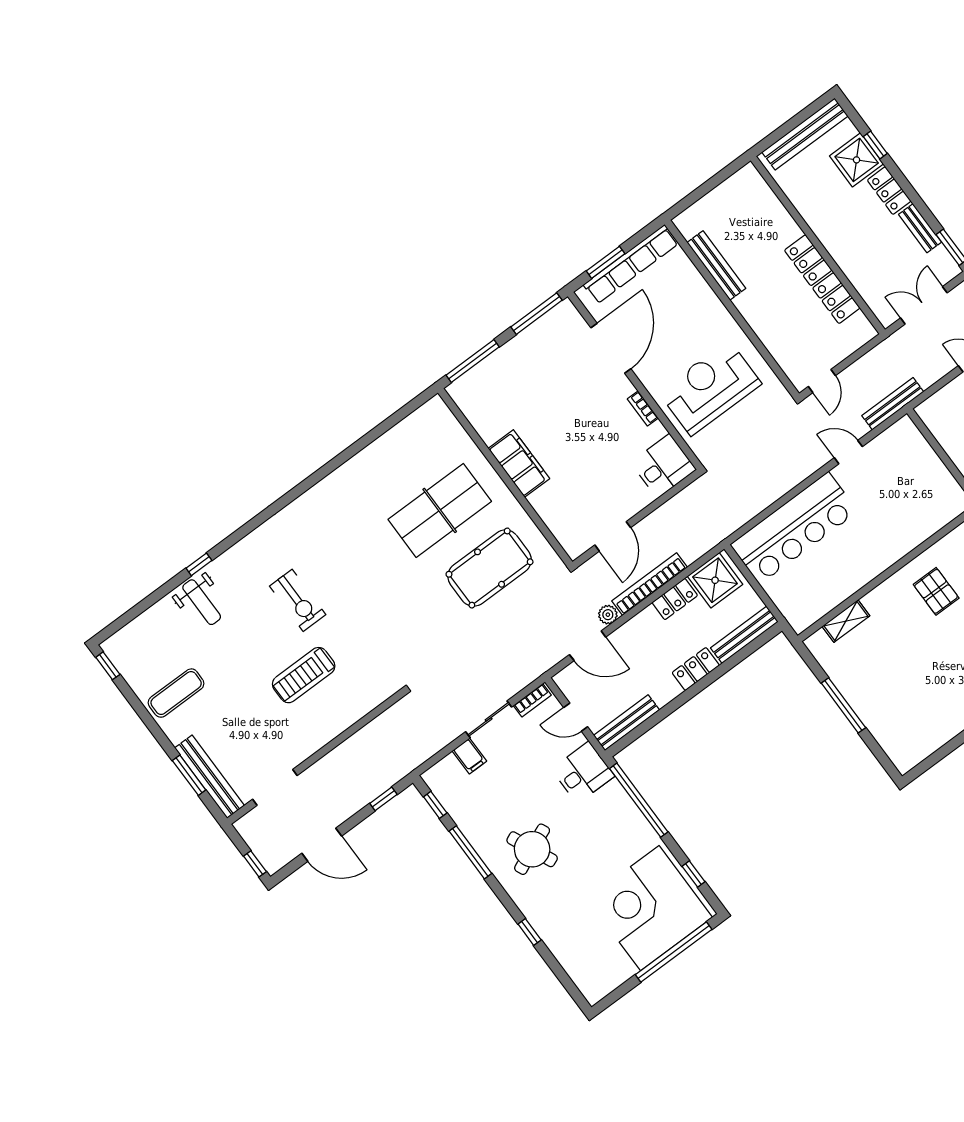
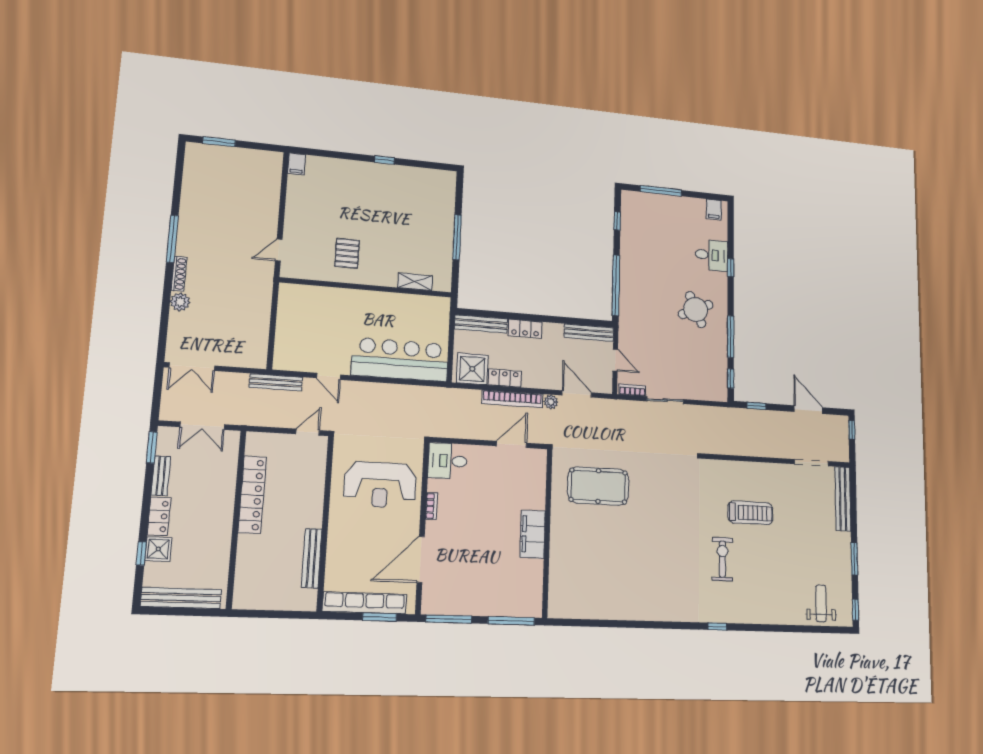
shower: (857, 160) -> (158, 549), width x0.73, depth x0.73
table tennis table: (440, 510) -> (601, 545), removed
window: (199, 564) -> (717, 626), moved
weight bench: (202, 602) -> (821, 603), moved
exercise mat: (176, 693) -> (828, 562), removed
filing cabinet: (469, 756) -> (714, 210), moved, turned 180
desk: (583, 772) -> (712, 255), moved, turned 180
window: (189, 775) -> (854, 559), moved
corner desk: (650, 908) -> (656, 224), removed
window: (674, 952) -> (661, 191), width x0.68

